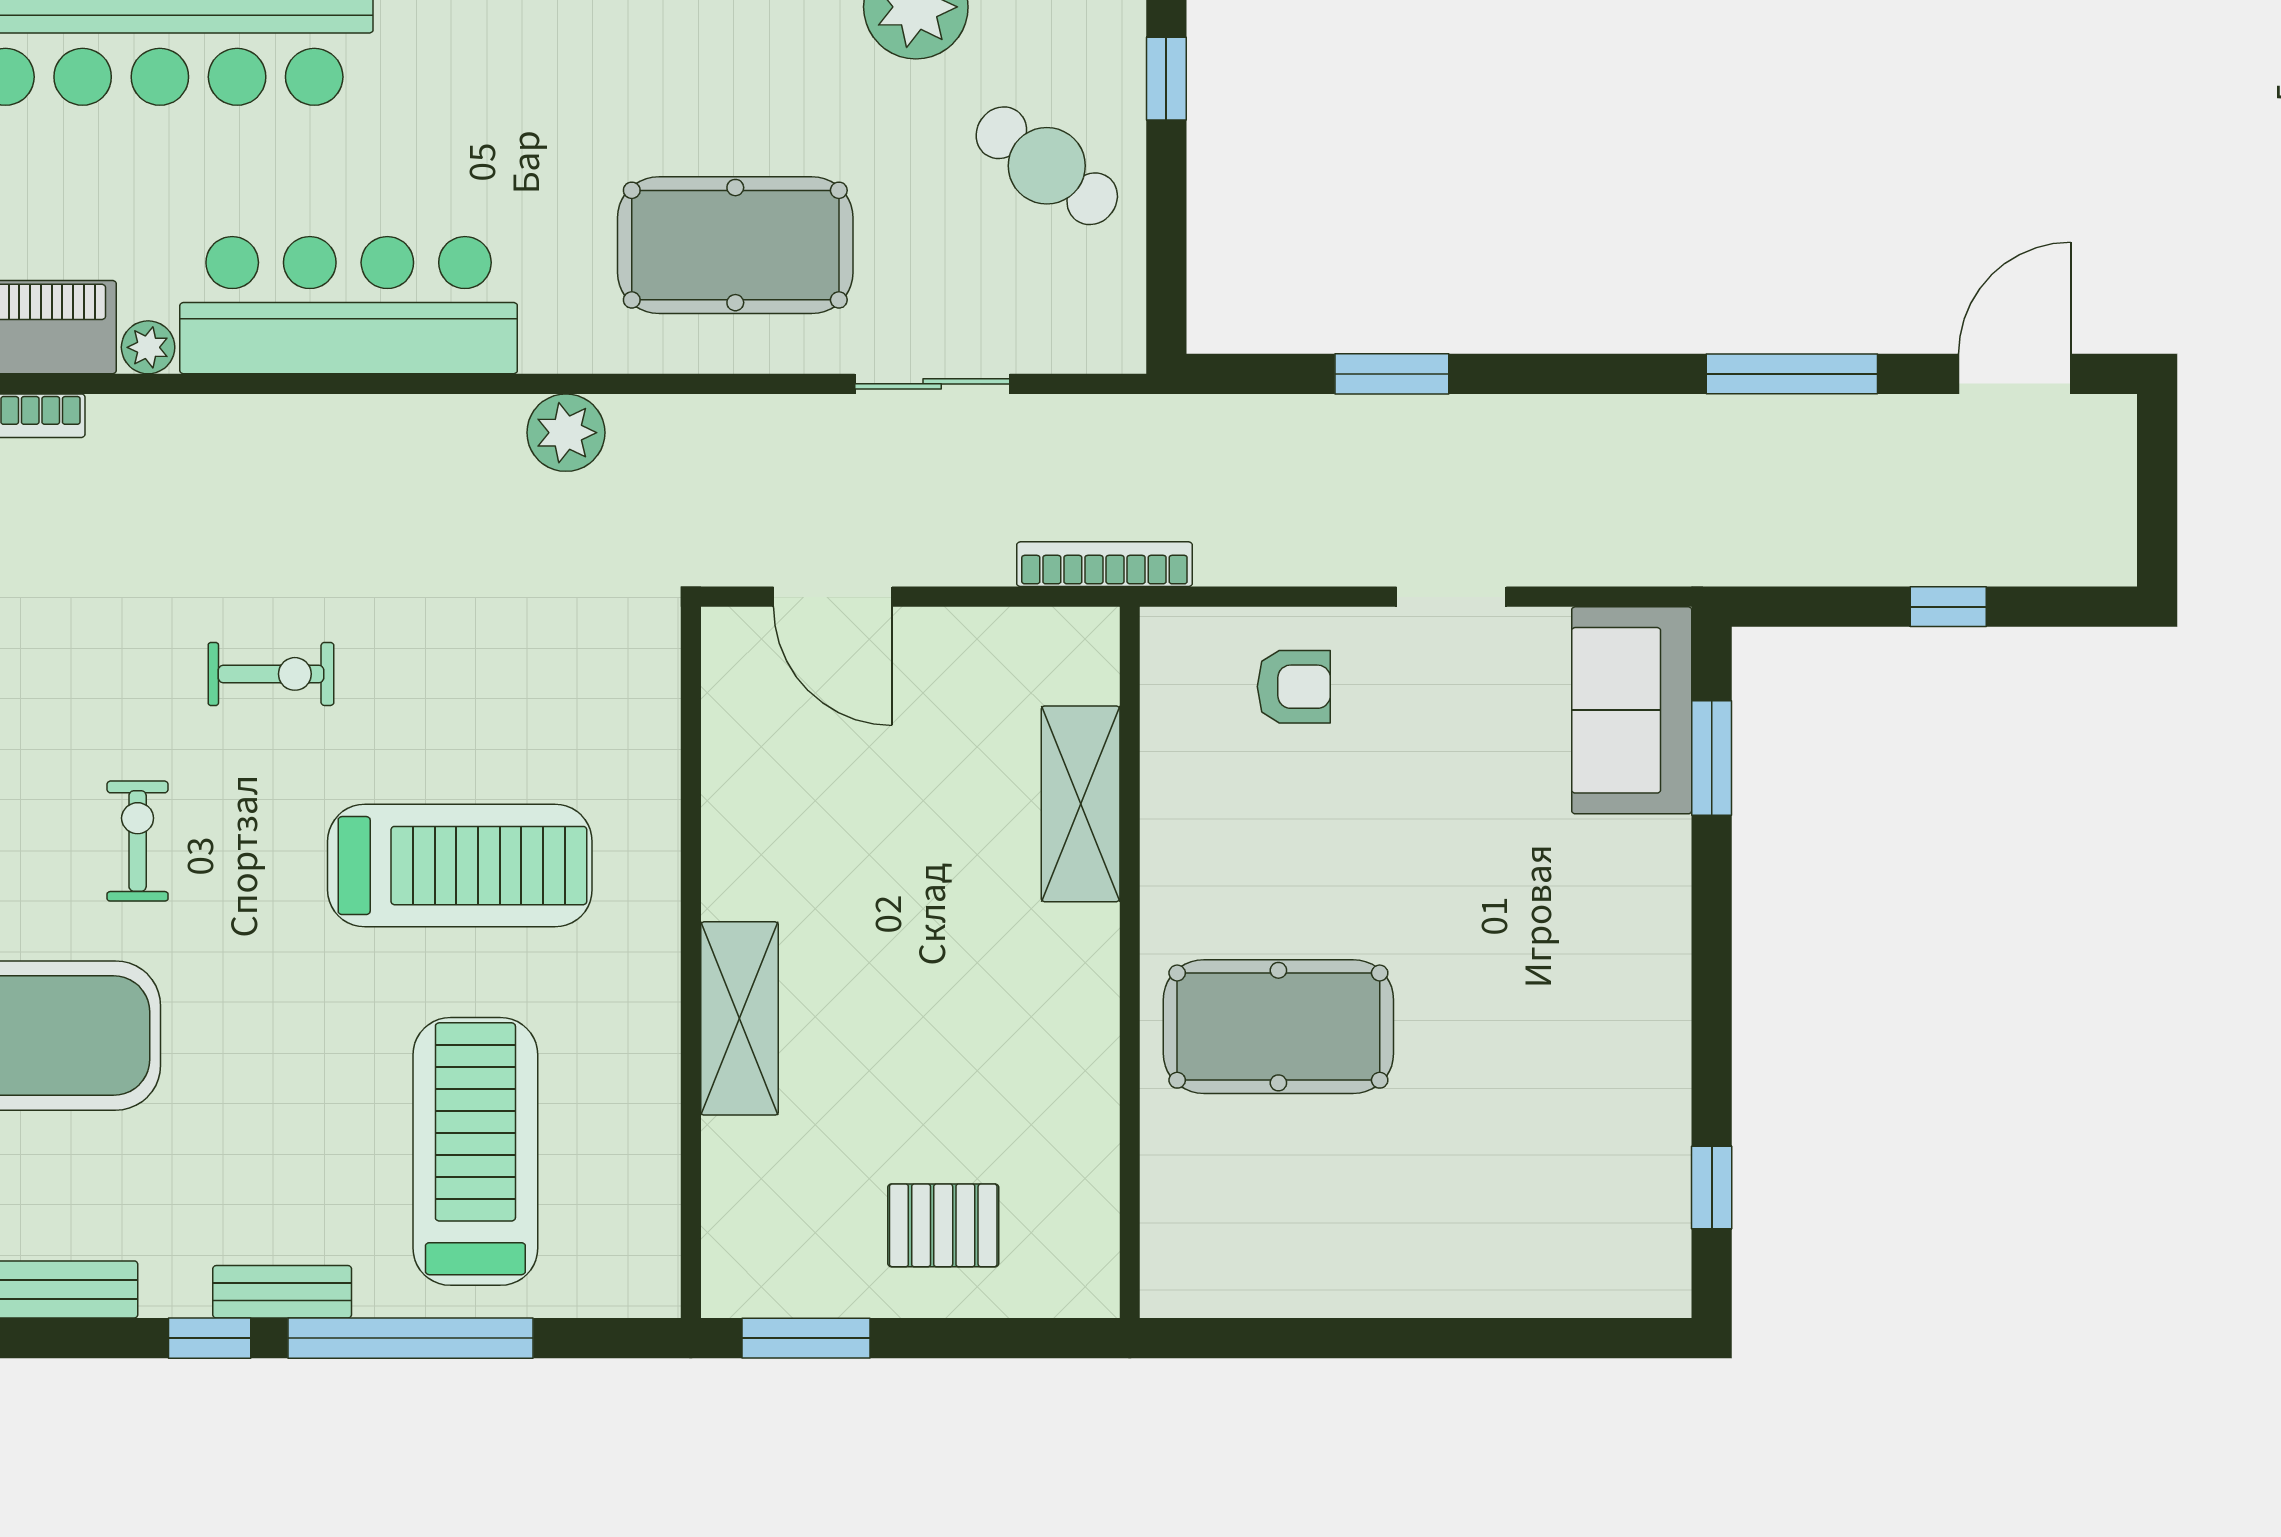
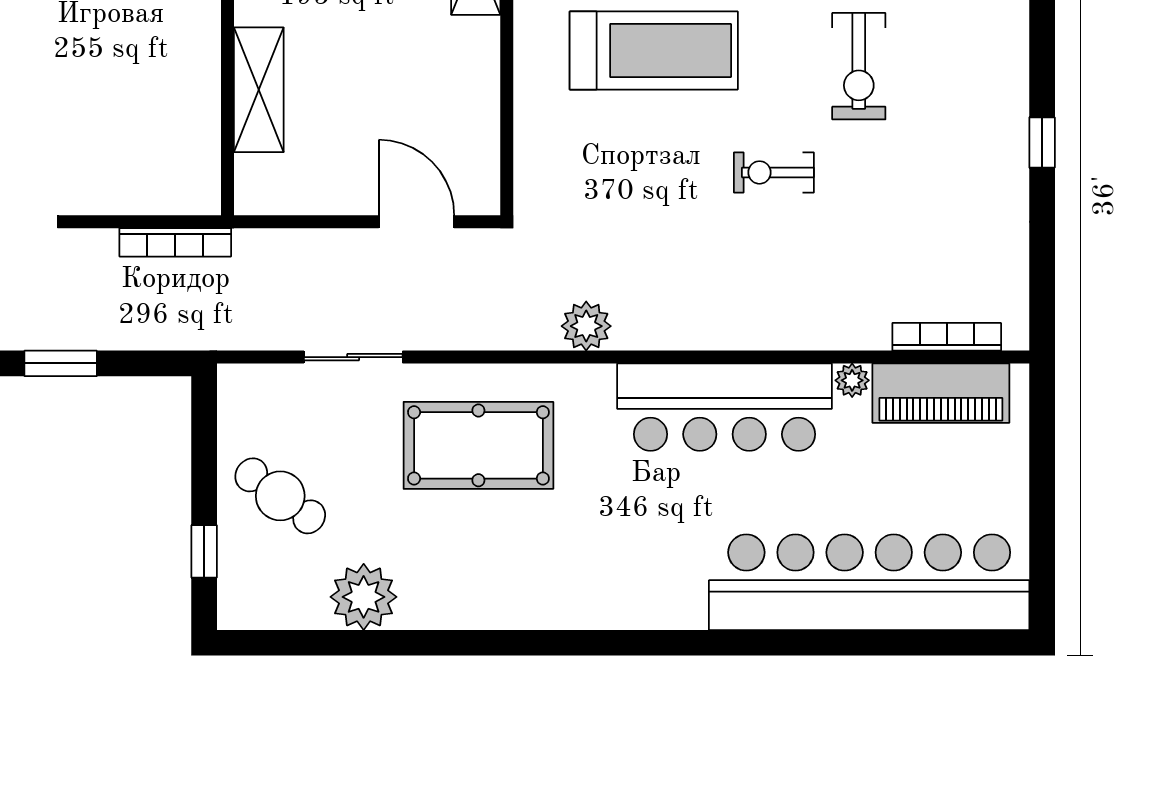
bookcase: (1104, 564) -> (175, 242), moved
armchair: (1294, 687) -> (123, 164), removed
exercise bike: (138, 841) -> (859, 66), width x1.38, depth x1.39
treadmill: (460, 866) -> (654, 51), turned 180

